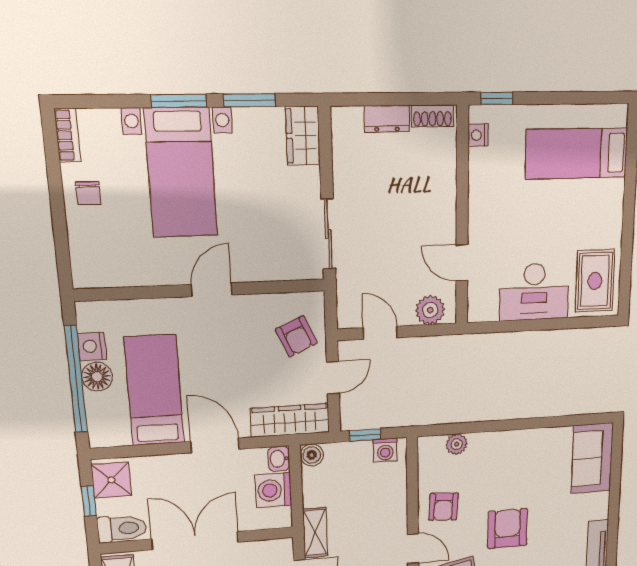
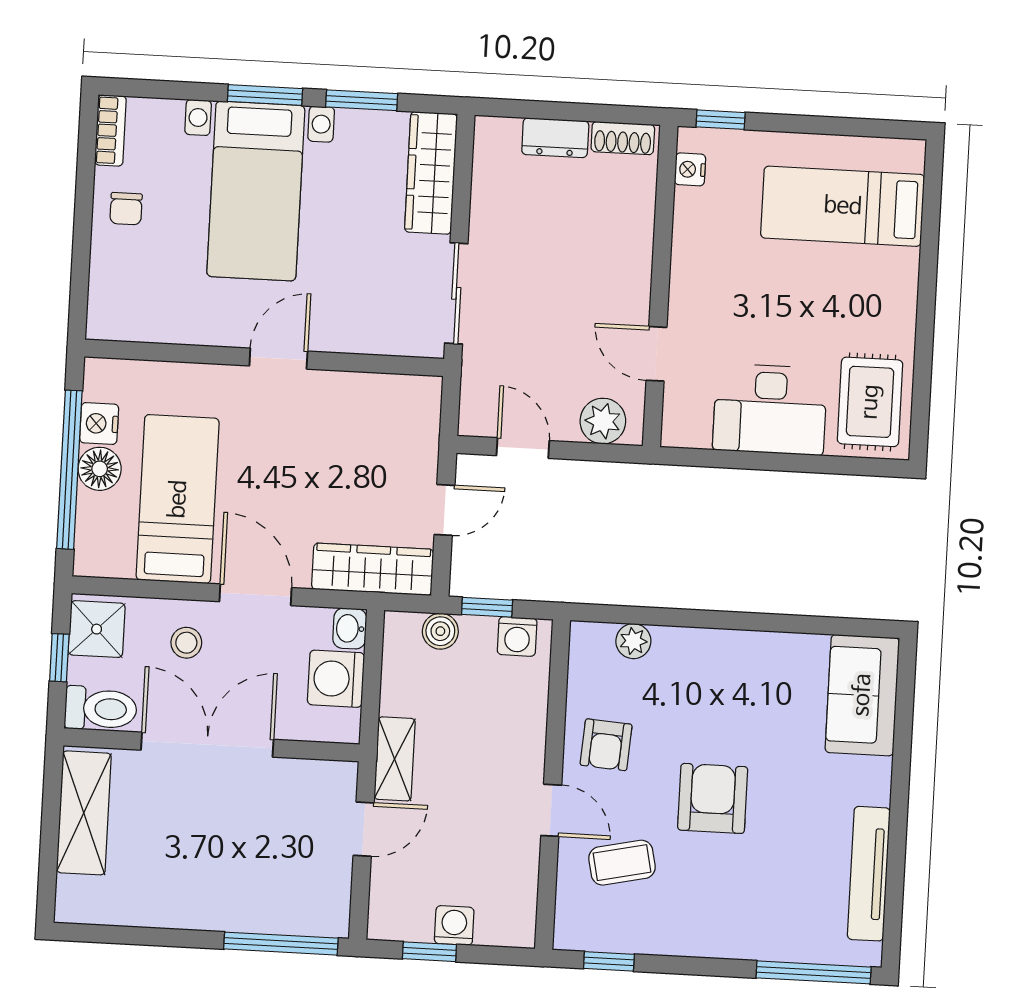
wardrobe: (303, 136) -> (431, 173), width x1.50
armchair: (296, 336) -> (395, 440), removed
boiler: (312, 455) -> (440, 631), moved
stool: (173, 481) -> (186, 643), added

